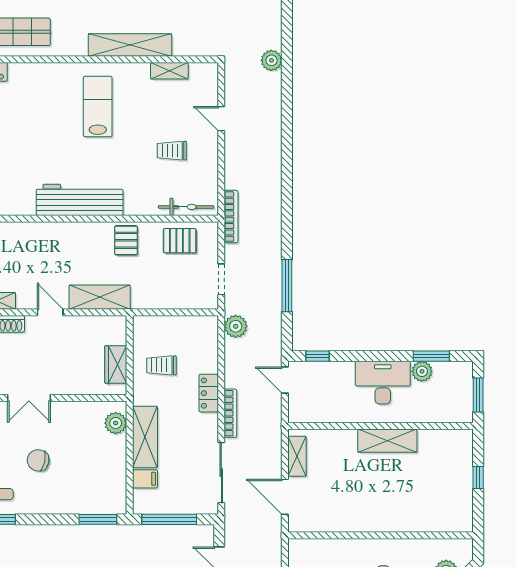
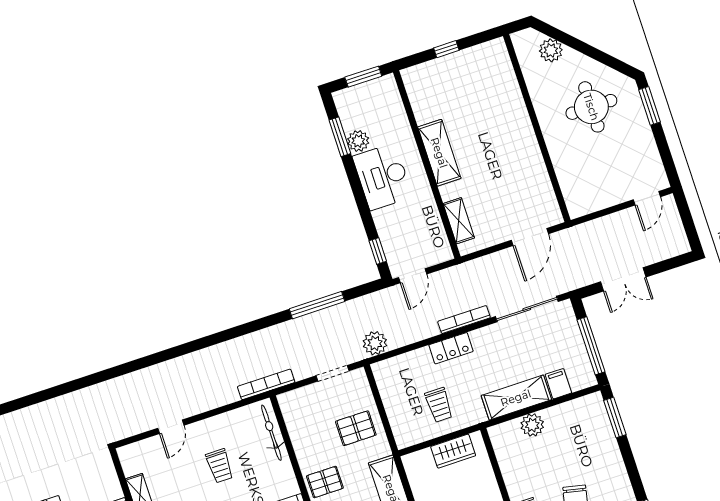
plant: (271, 60) -> (96, 396), removed
pallet: (180, 241) -> (356, 428), moved, turned 90
plant: (116, 423) -> (532, 425), moved
shelving: (297, 456) -> (459, 221), moved, turned 90

